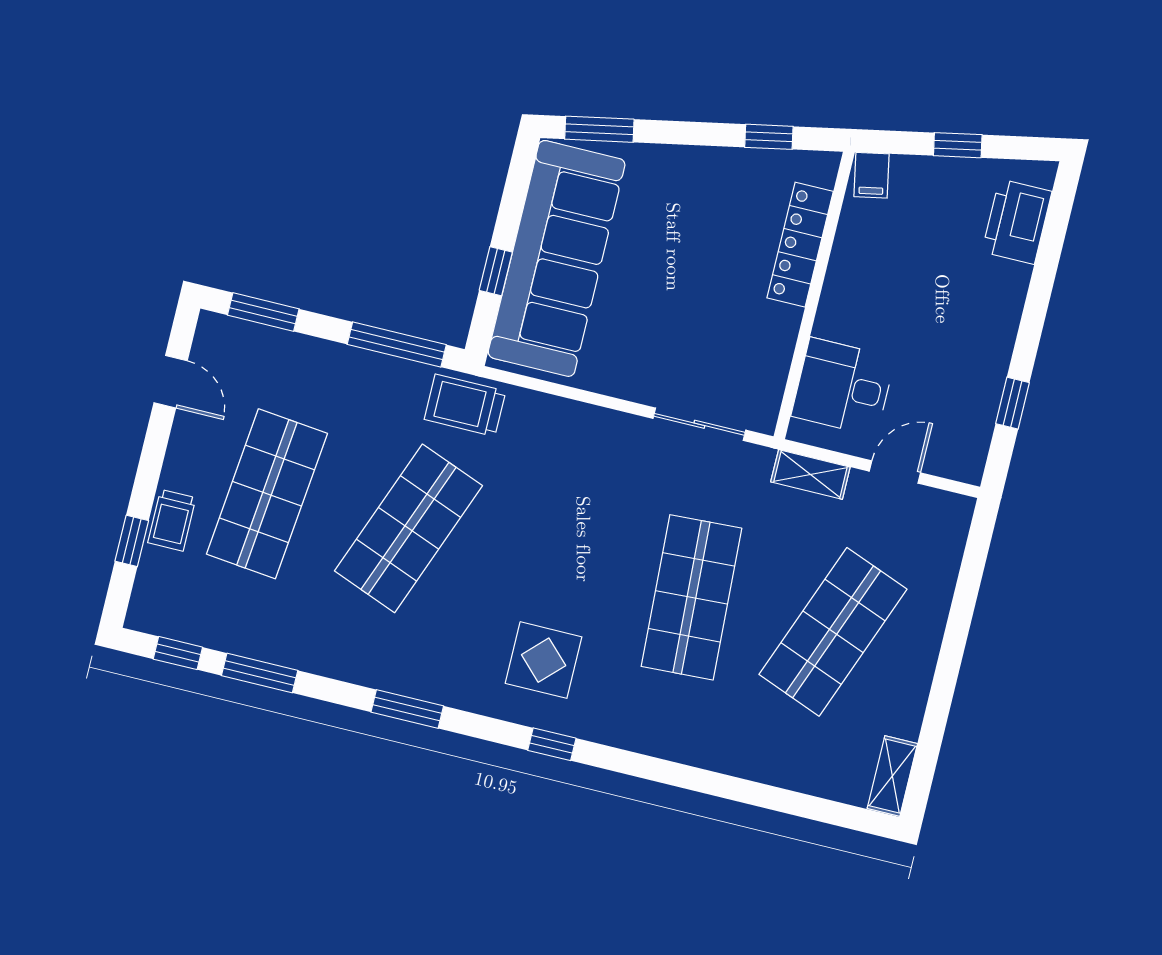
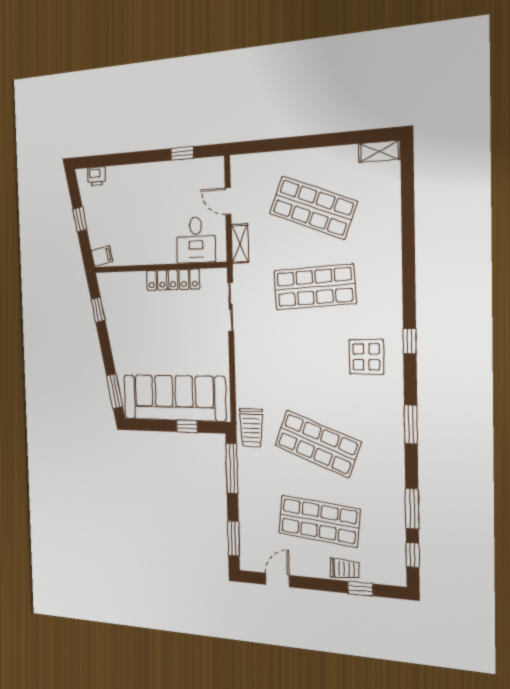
printer: (1017, 222) -> (96, 176), width x0.53, depth x0.68
locker: (800, 245) -> (173, 280), moved

